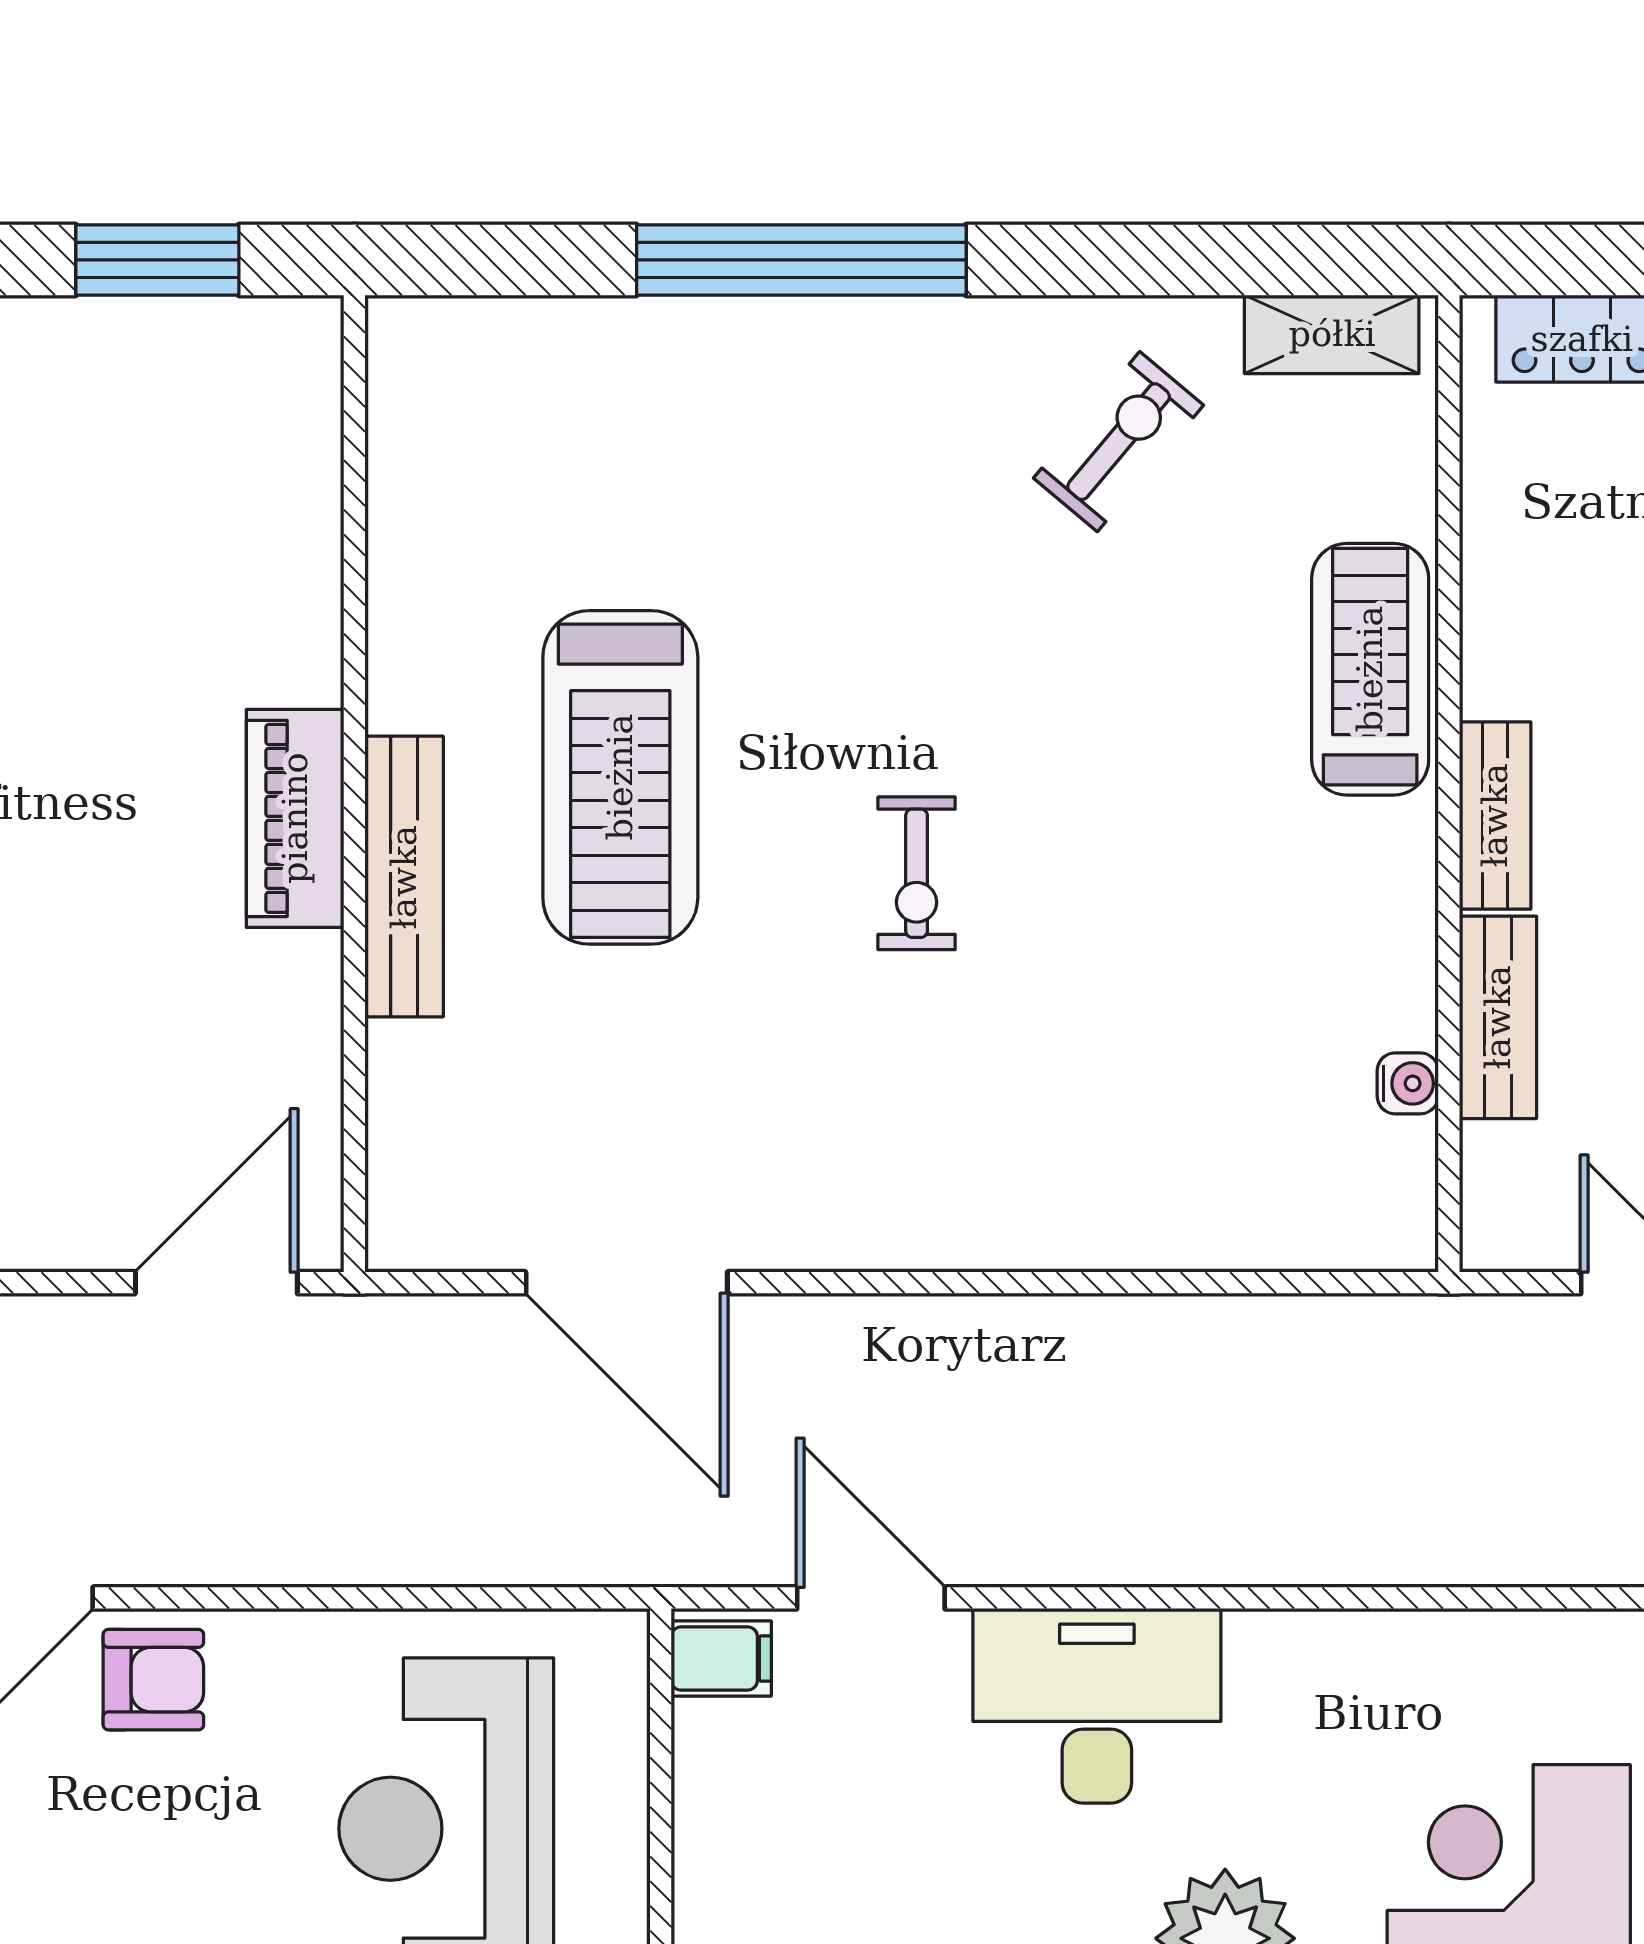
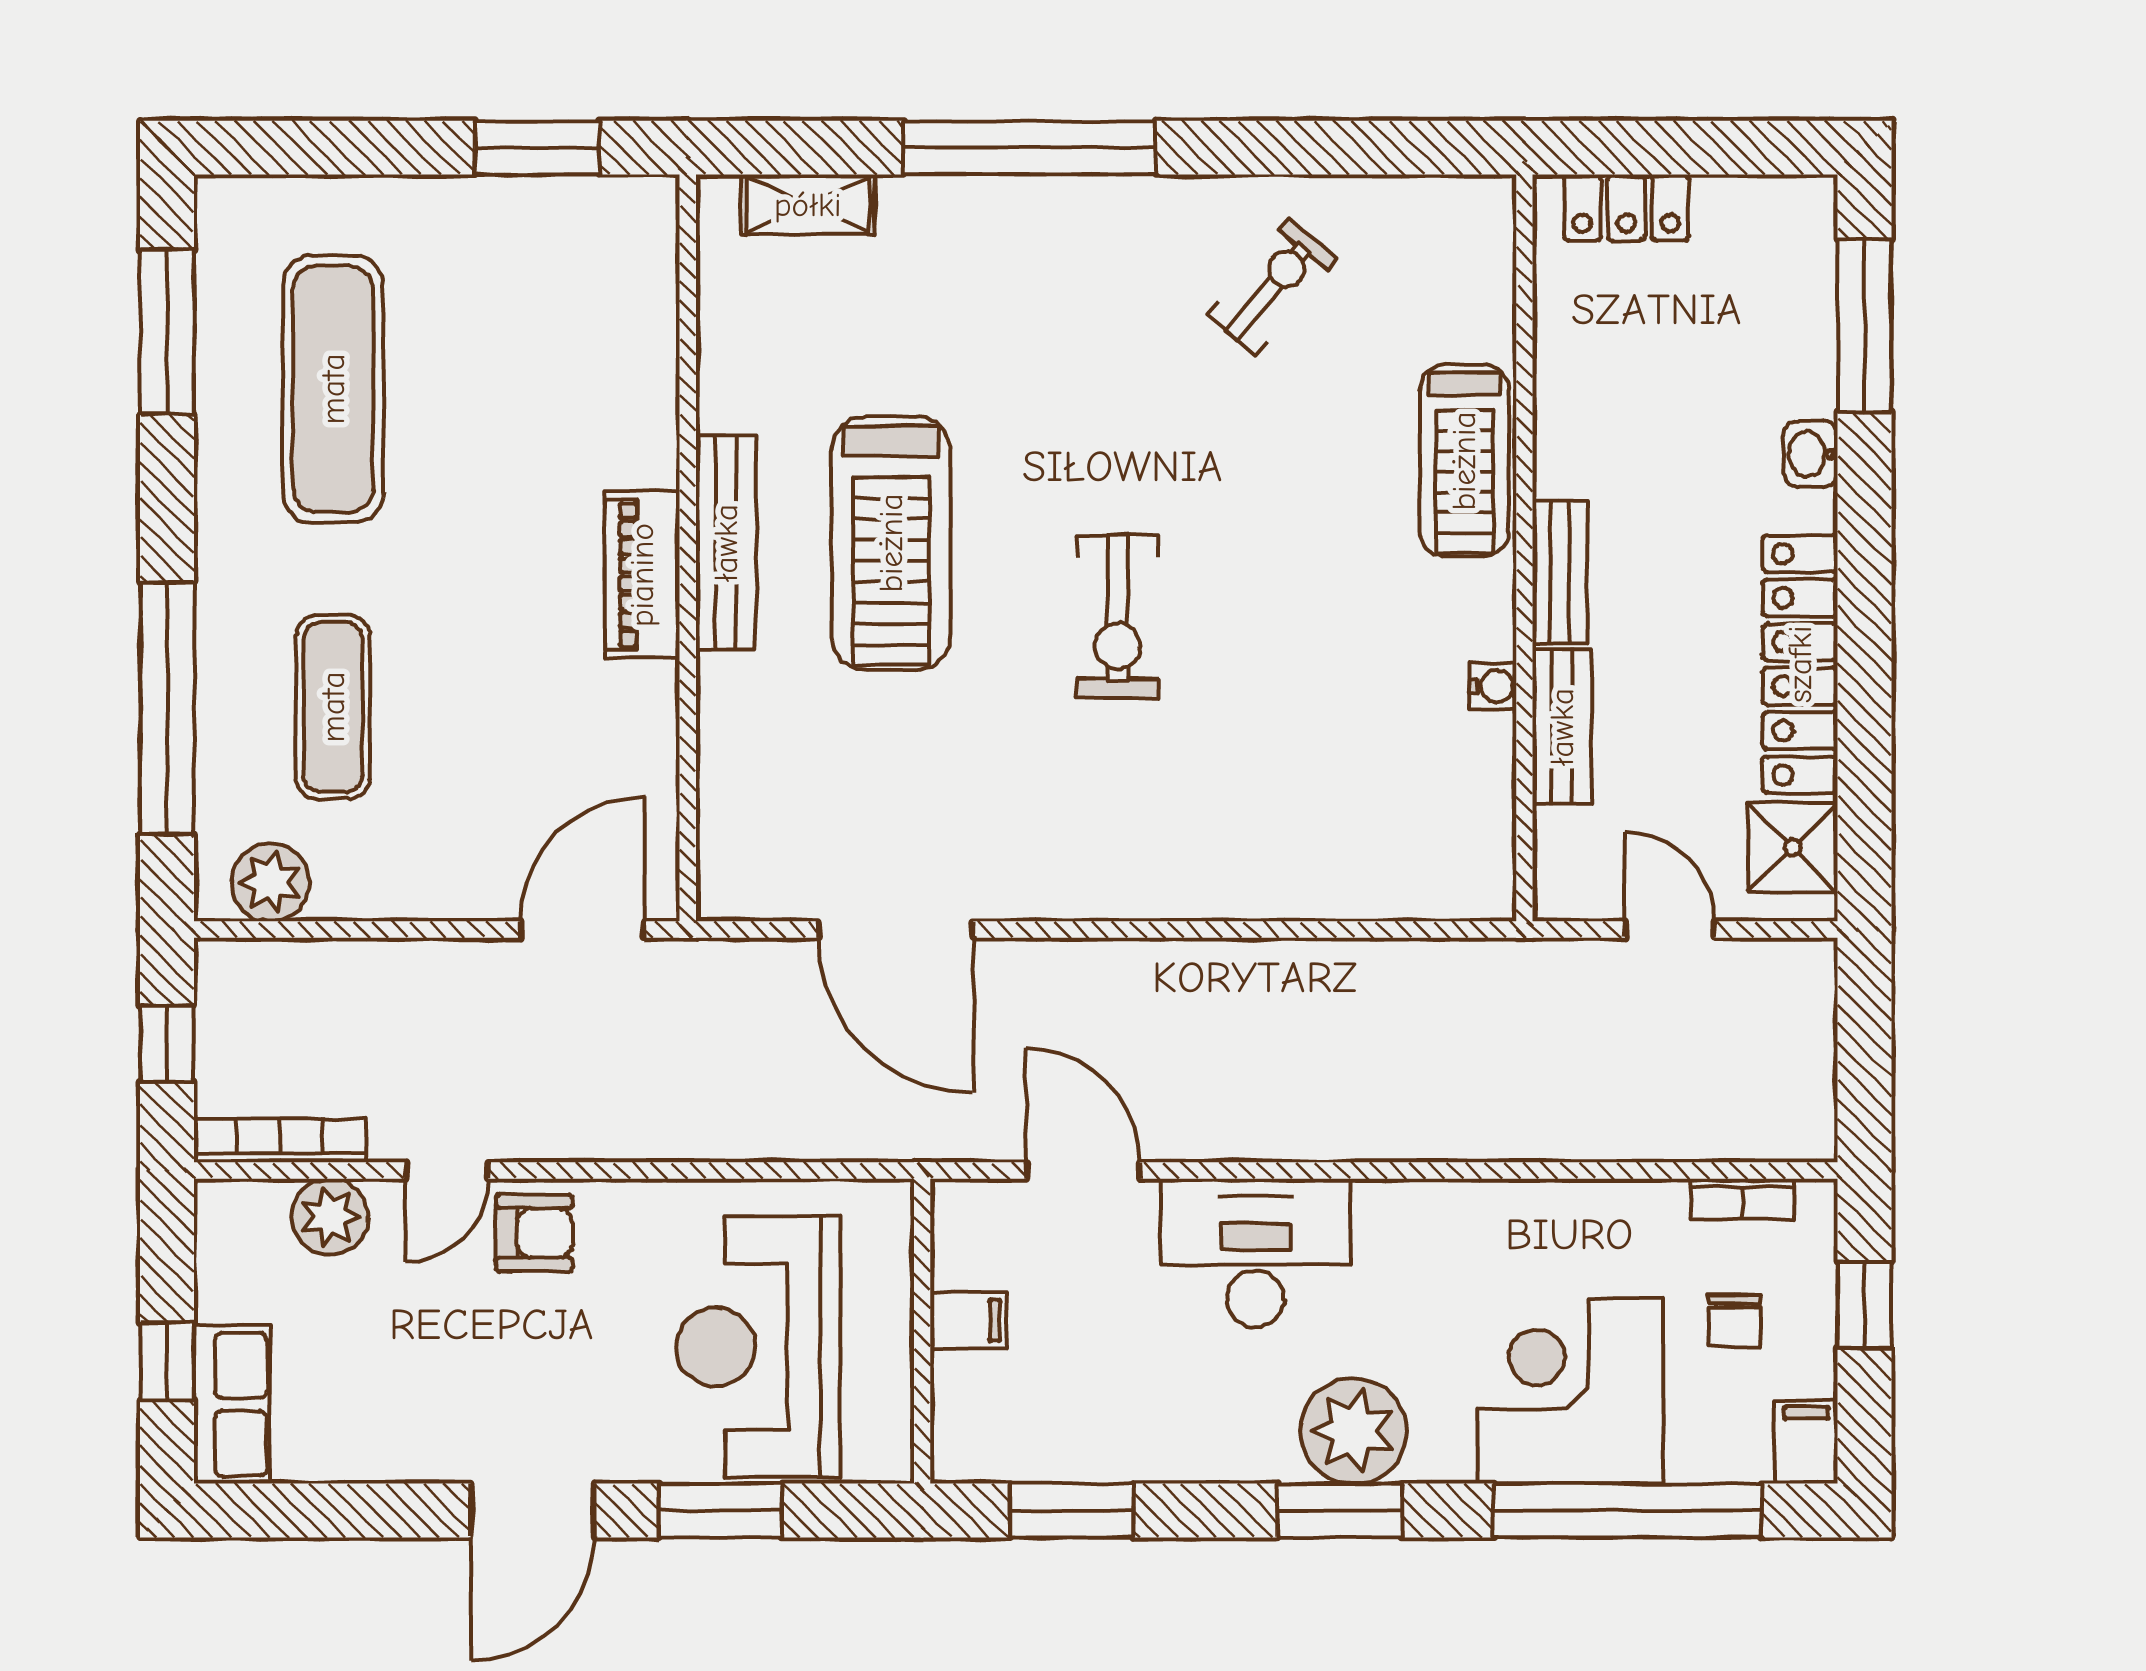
shelving: (1332, 334) -> (808, 205), moved
treadmill: (1370, 669) -> (1464, 461), turned 180
exercise bike: (917, 873) -> (1118, 617), width x1.38, depth x1.39
bench: (404, 877) -> (726, 543), moved
water cooler: (1408, 1083) -> (1493, 686), moved
filing cabinet: (721, 1659) -> (968, 1320), moved

